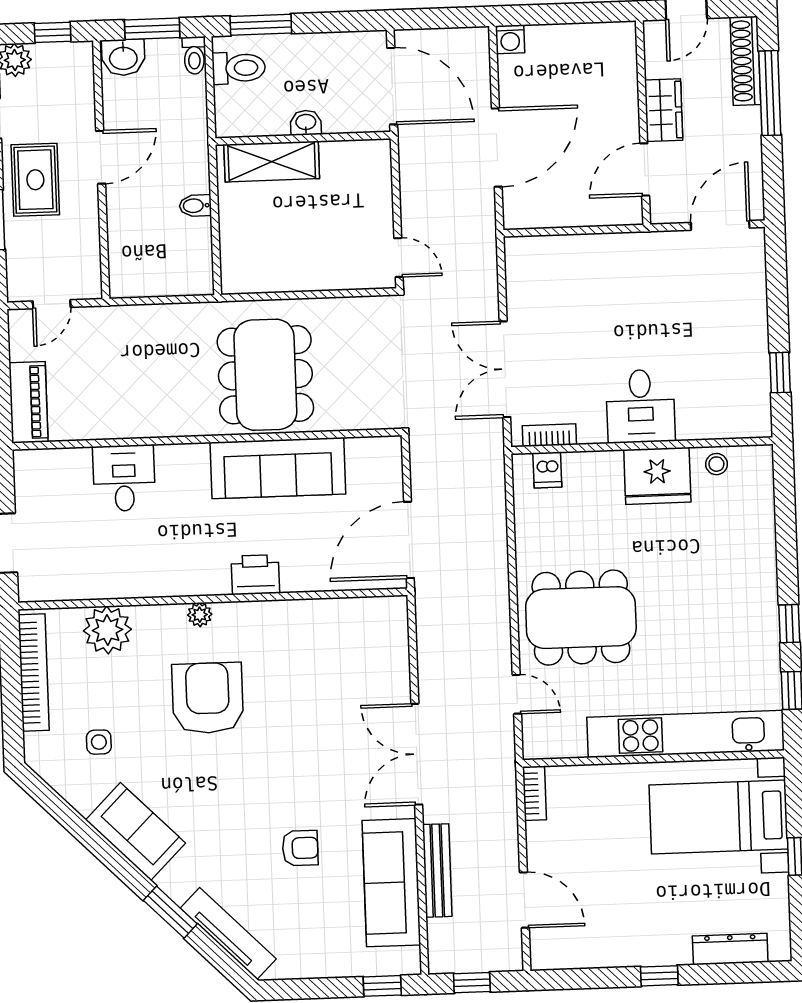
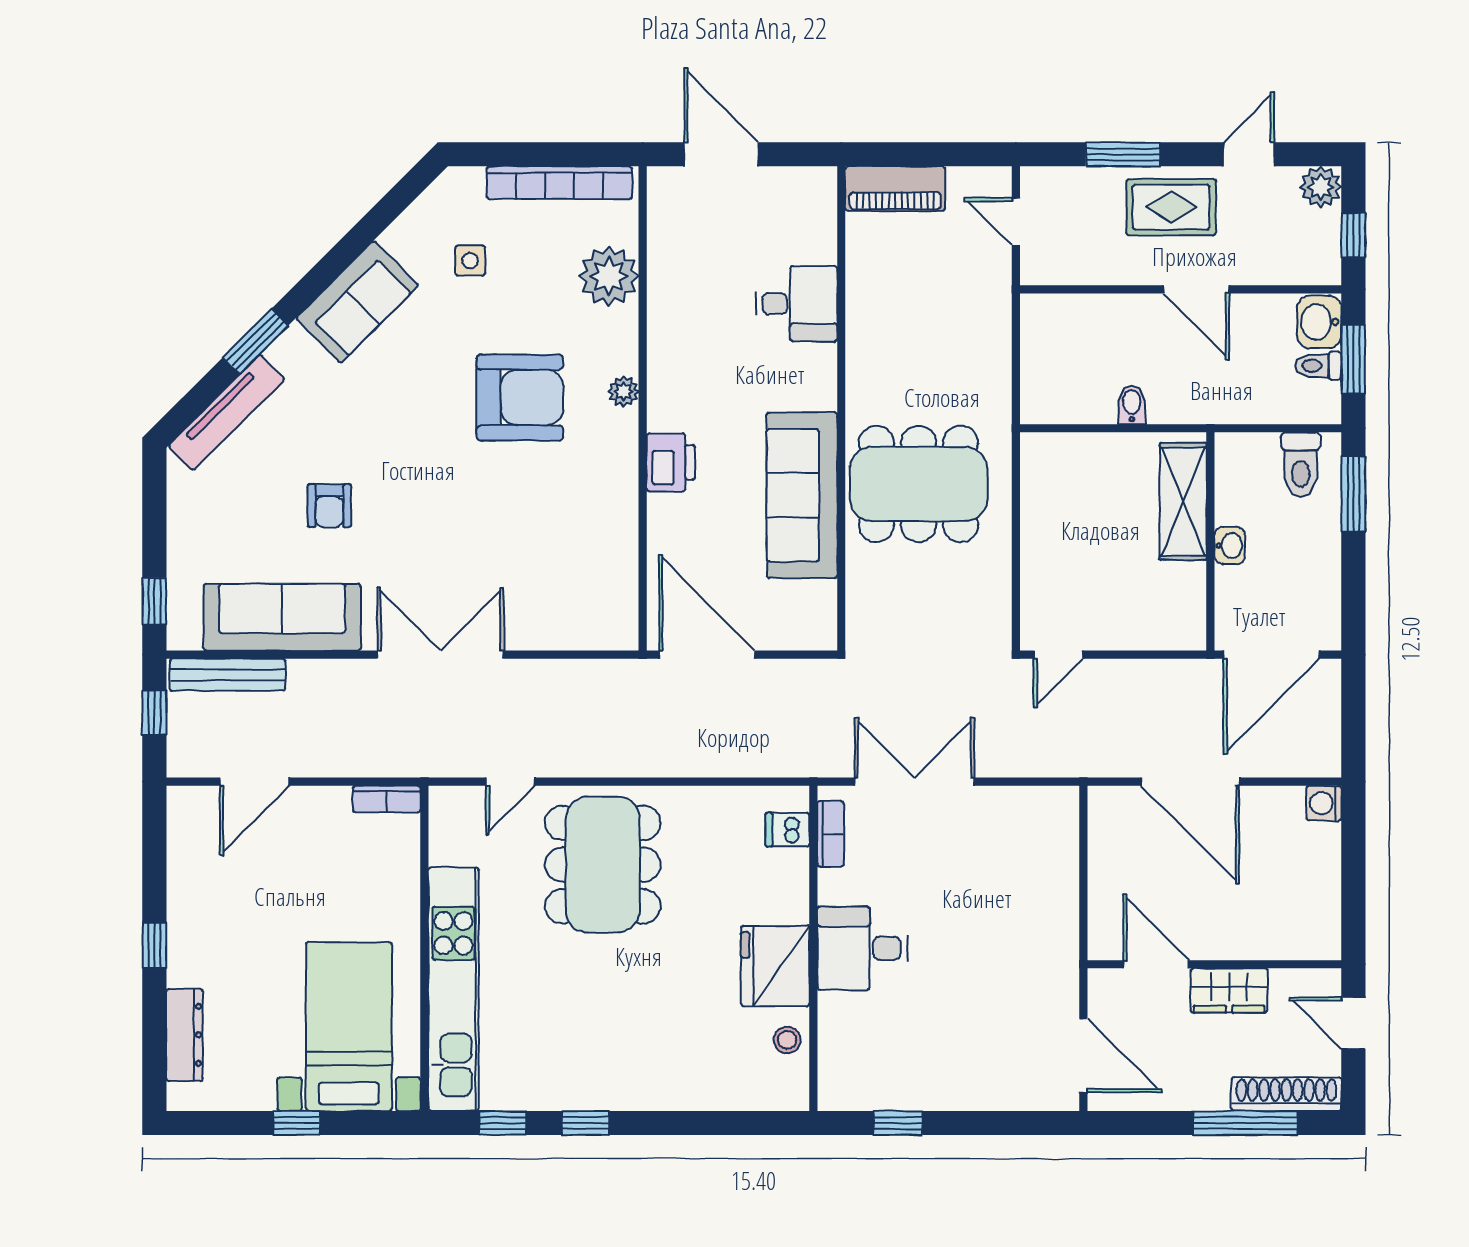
toilet: (194, 55) -> (1318, 366), moved
bench: (437, 870) -> (227, 675), moved

